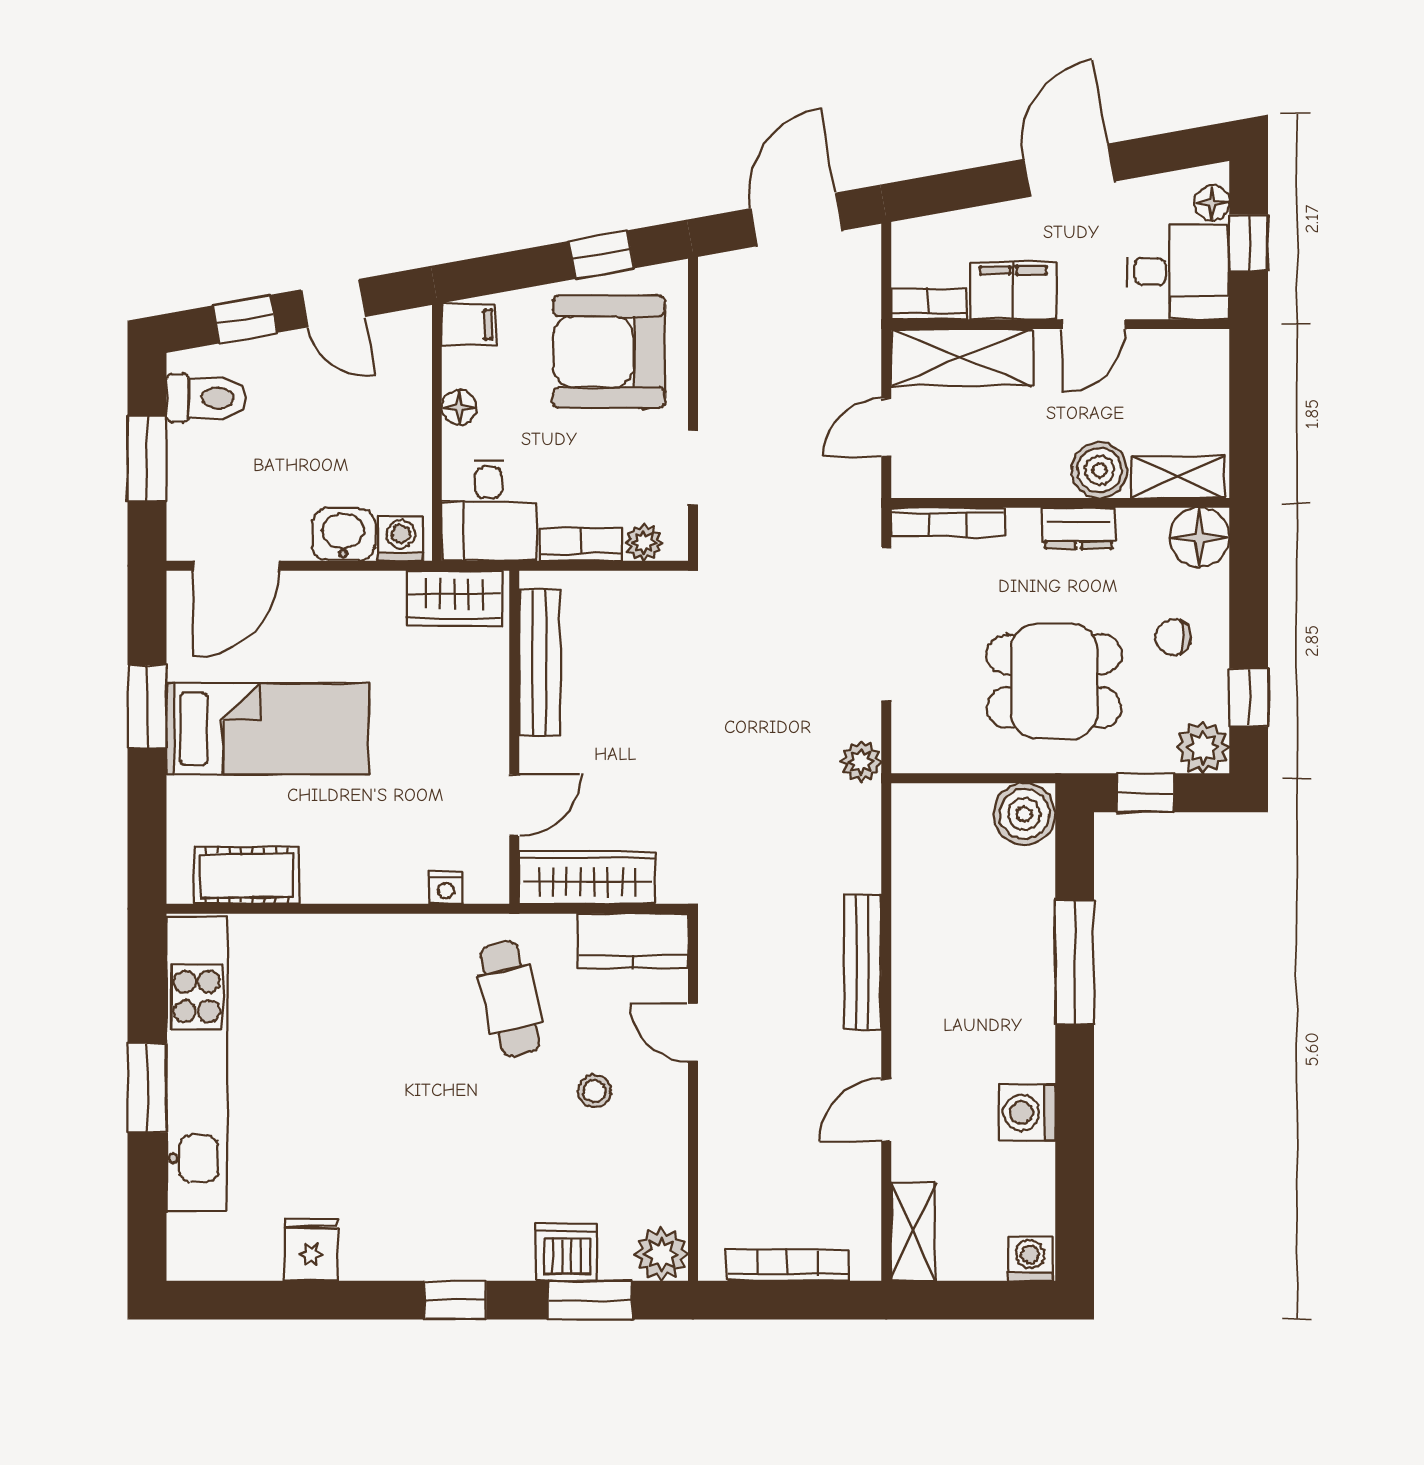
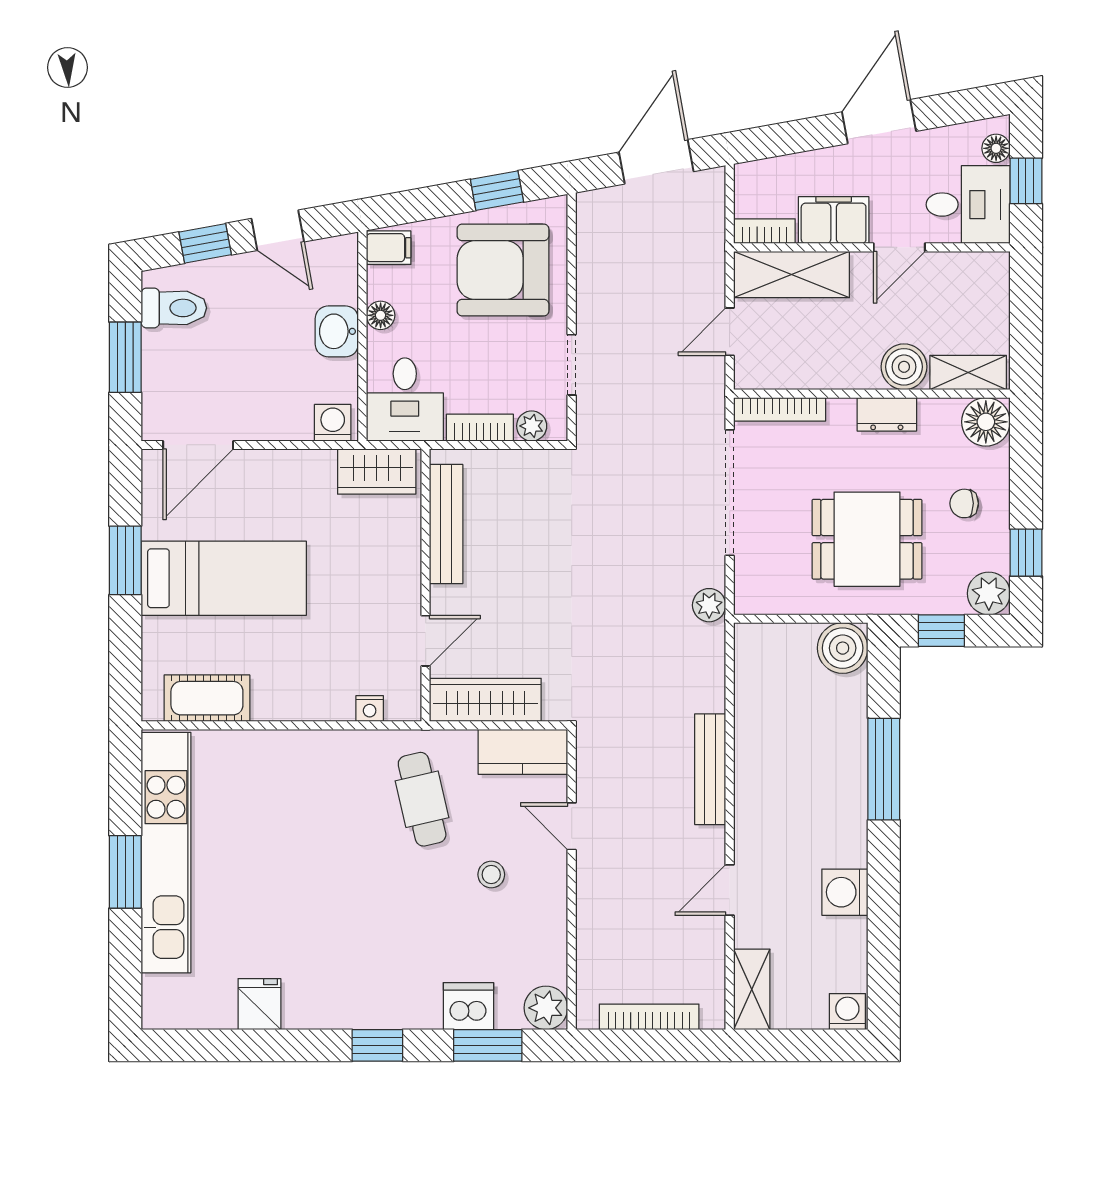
washbasin: (343, 535) -> (337, 331), moved, turned -90

